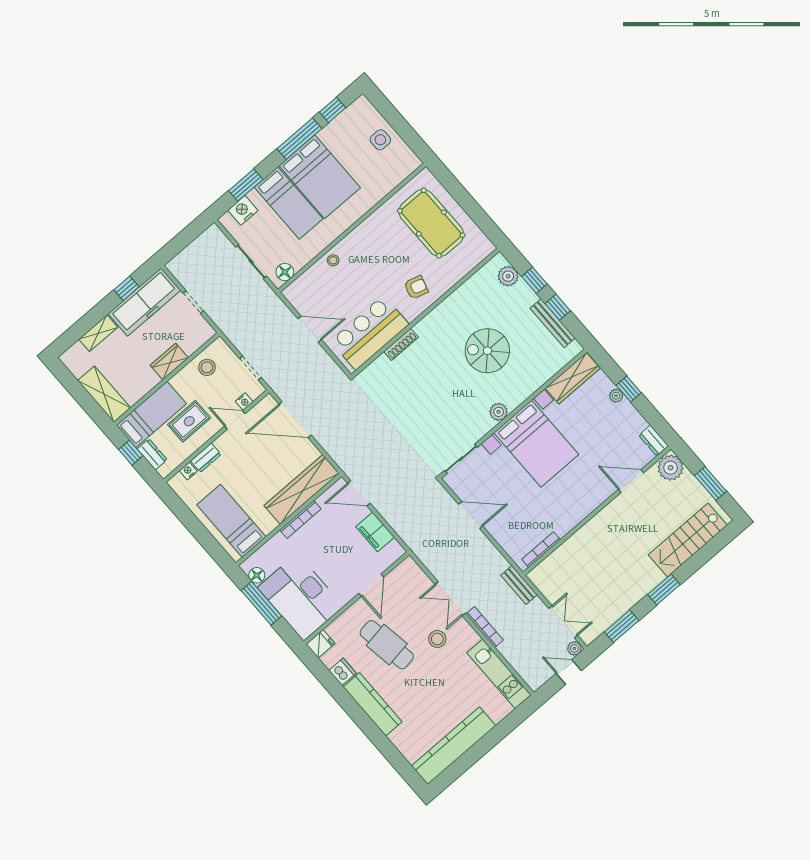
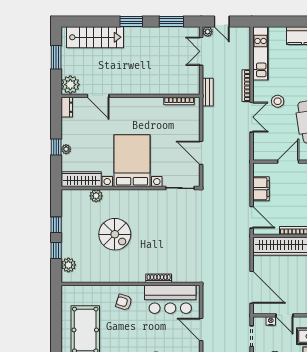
bench: (553, 323) -> (66, 218), removed
plant: (499, 412) -> (96, 196), moved

